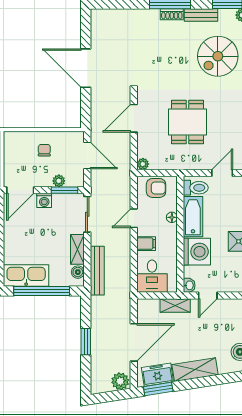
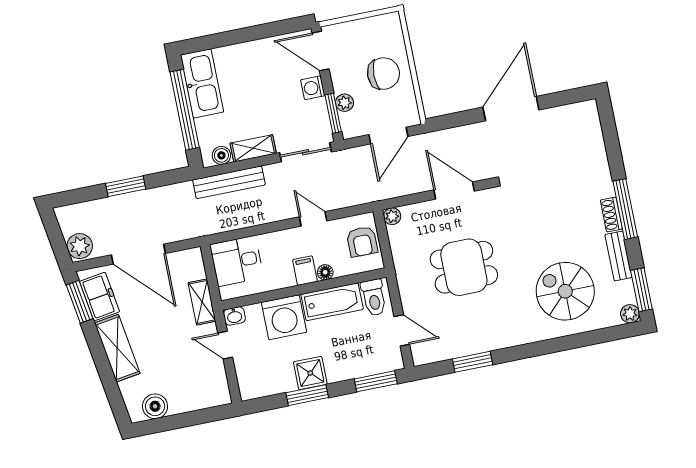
chair: (44, 150) -> (384, 74), width x1.87, depth x1.87
filing cabinet: (146, 244) -> (305, 271), moved, turned 180

